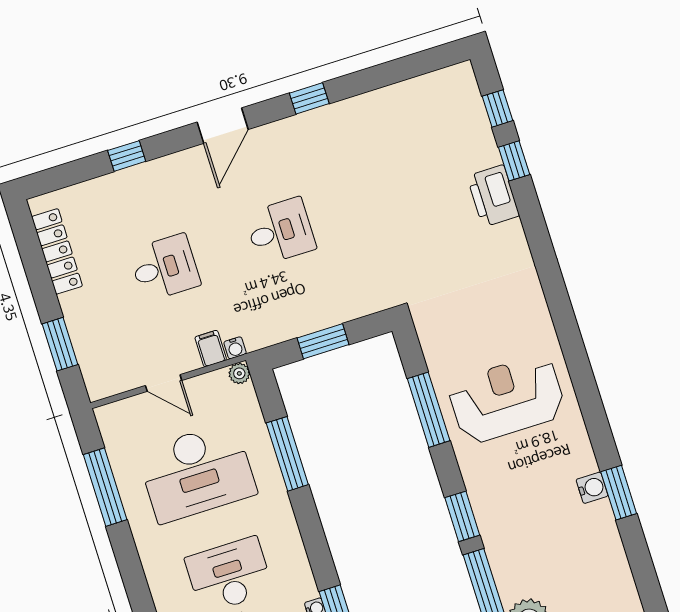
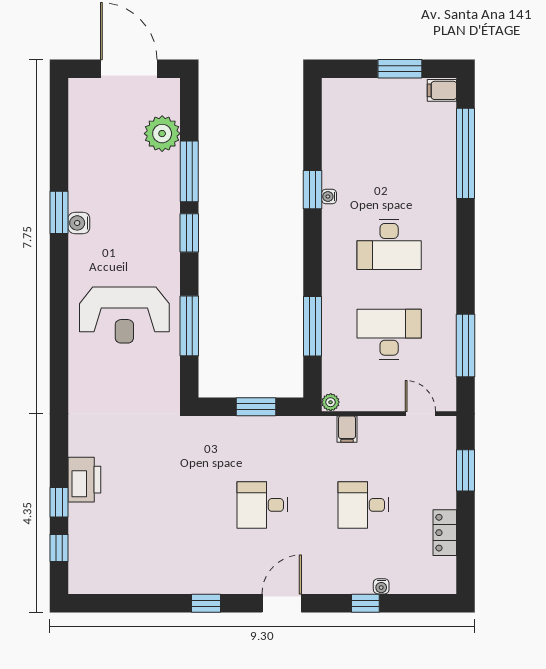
locker: (57, 251) -> (445, 533), width x0.66
water cooler: (235, 348) -> (381, 586), moved, turned 180
door: (164, 383) -> (420, 414), moved
desk: (197, 472) -> (389, 334), width x0.73, depth x0.77

